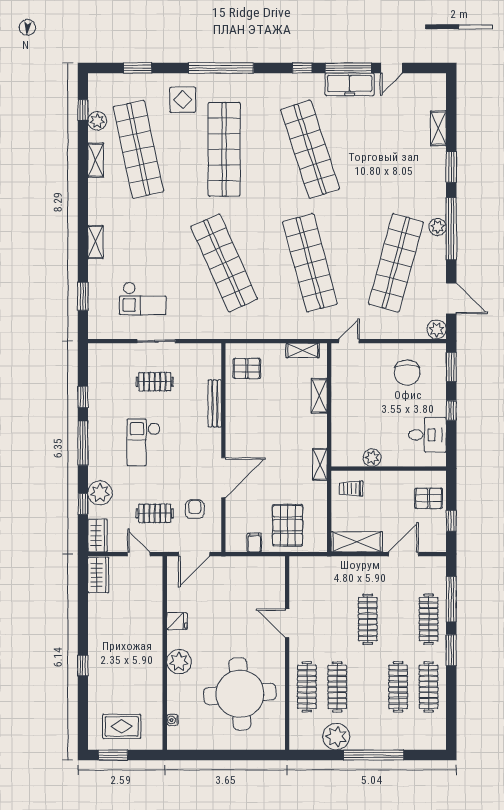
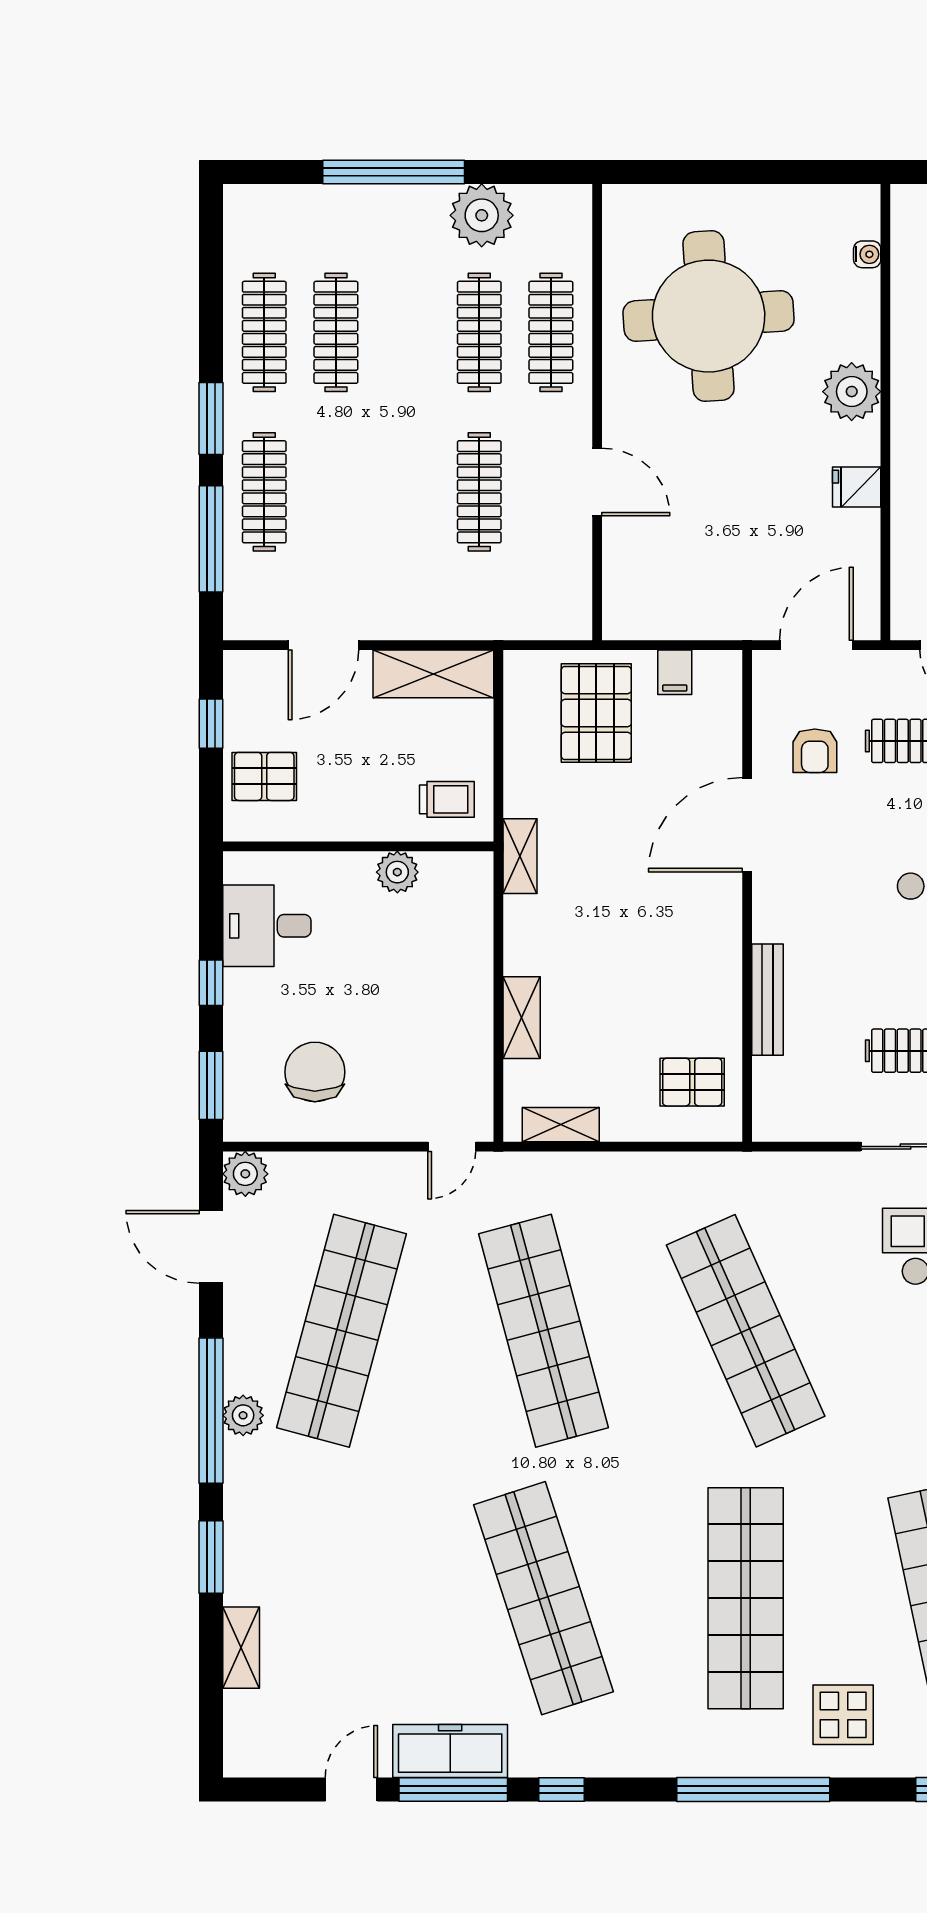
clothes rail: (368, 619) -> (479, 492), moved

